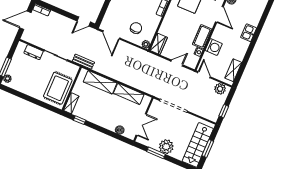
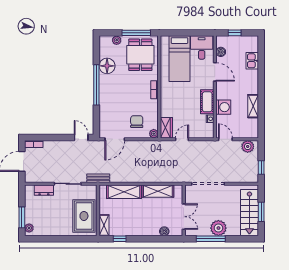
door: (84, 21) -> (81, 138), swing flipped
kitchen sink: (249, 33) -> (252, 61), moved
door: (111, 35) -> (115, 139), hinge flipped
door: (177, 63) -> (182, 139), moved
shelving: (233, 70) -> (253, 106), moved
window: (156, 153) -> (211, 239), width x1.44

